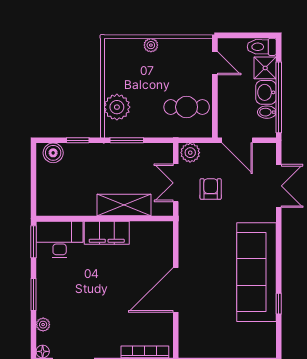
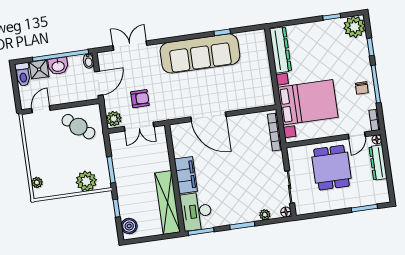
plant: (151, 45) -> (37, 182), moved
cafe table: (187, 107) -> (78, 127), turned -51
bidet: (267, 112) -> (88, 61), moved
armchair: (211, 189) -> (140, 99), turned 180
shelving: (124, 205) -> (167, 202), moved, width x1.47
door: (176, 290) -> (208, 117), moved

